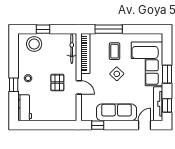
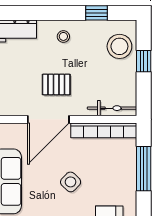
coffee table: (115, 51) -> (108, 178), removed
window: (14, 85) -> (97, 13), moved
door: (79, 87) -> (48, 119), width x1.88

